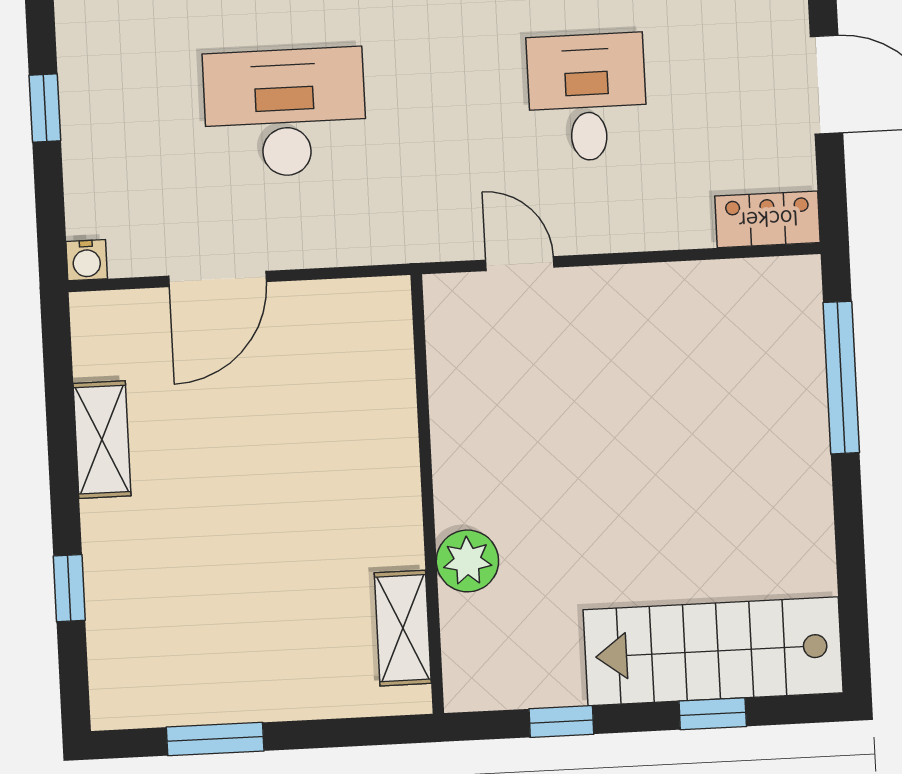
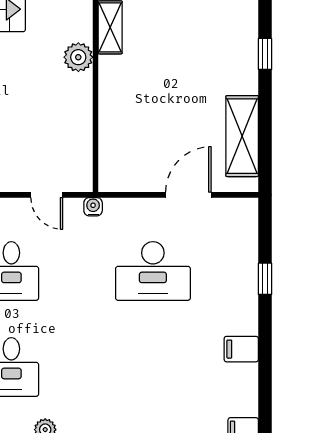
water cooler: (87, 260) -> (93, 207), moved
shelving: (102, 440) -> (242, 136), width x1.50, depth x1.33

